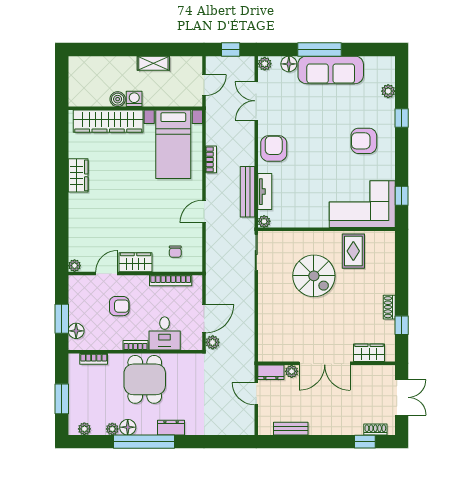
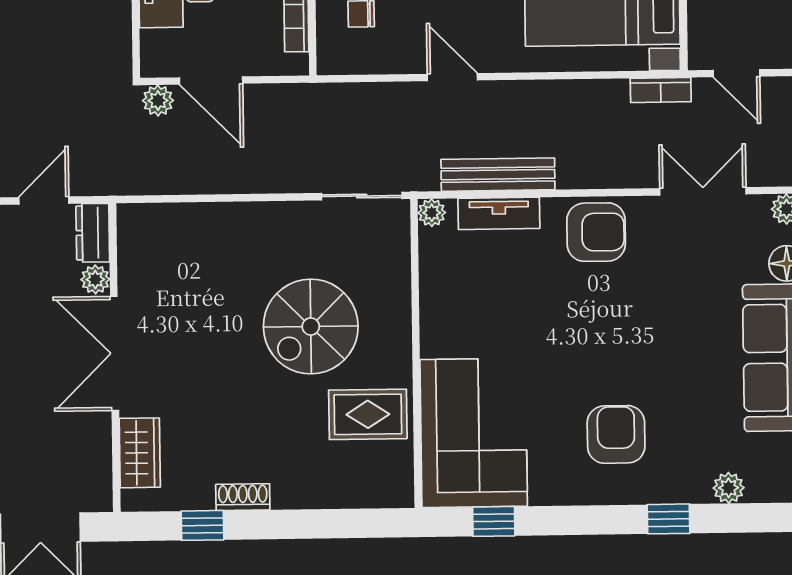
bookcase: (211, 159) -> (661, 90), moved

